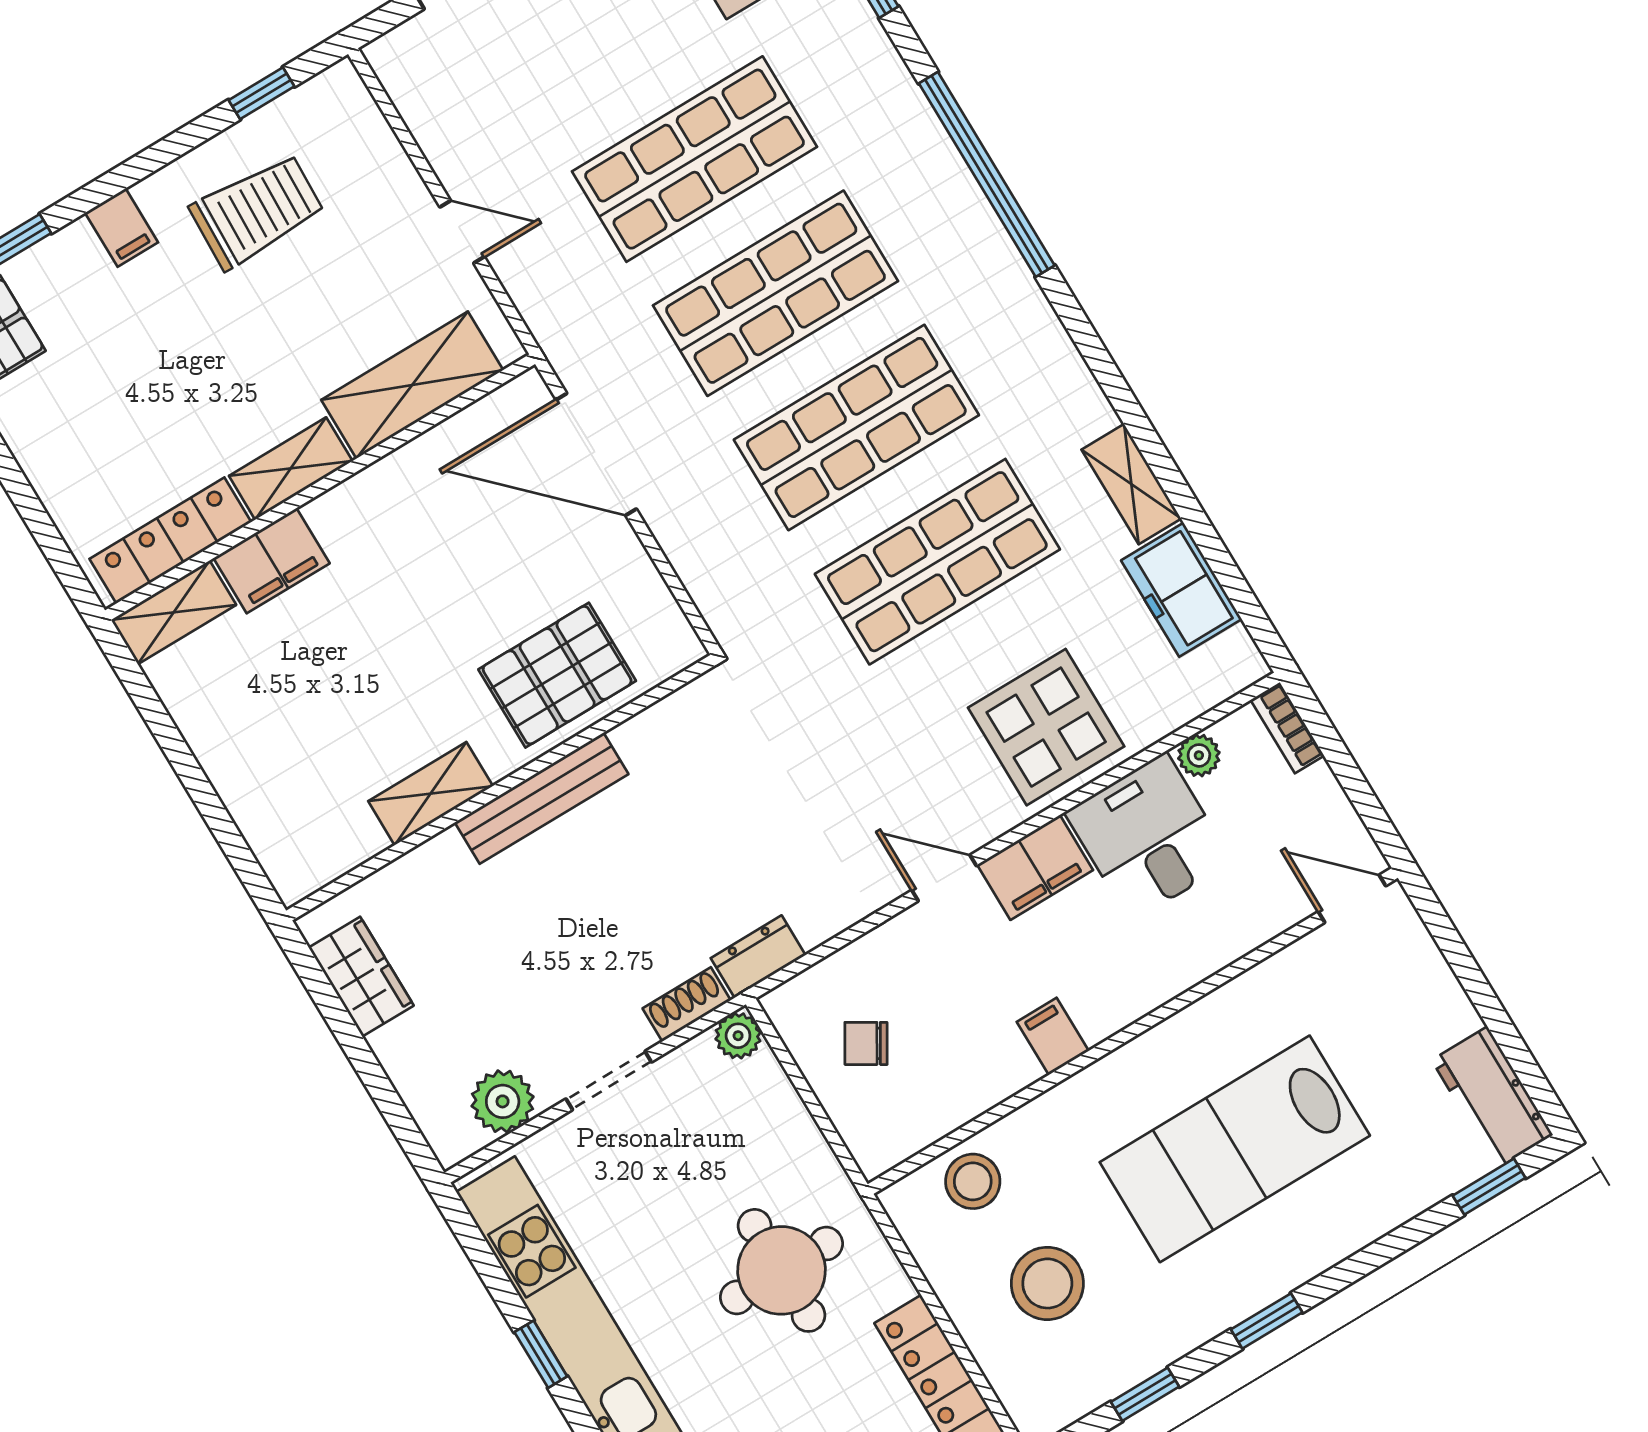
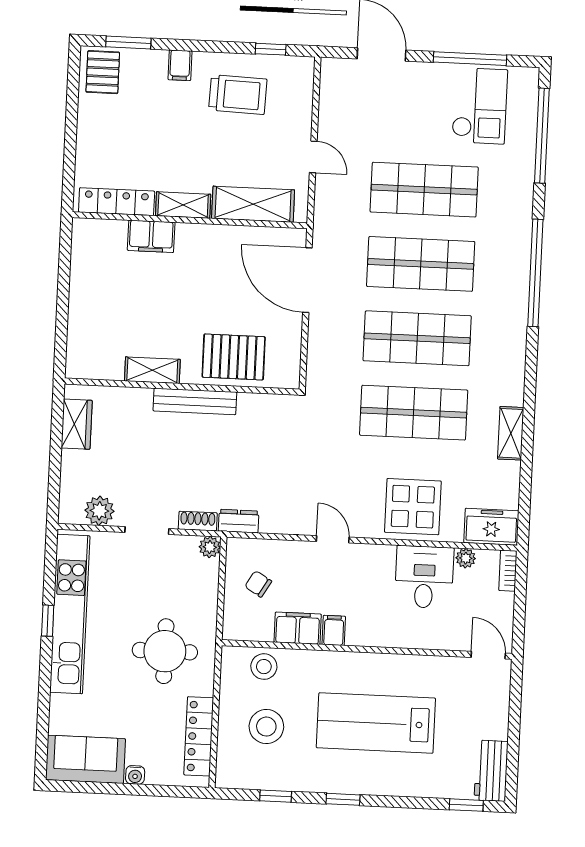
freezer: (1181, 590) -> (491, 527), moved, turned 90
shelving: (174, 612) -> (99, 231), removed
filing cabinet: (1035, 867) -> (298, 628), moved, turned 180

